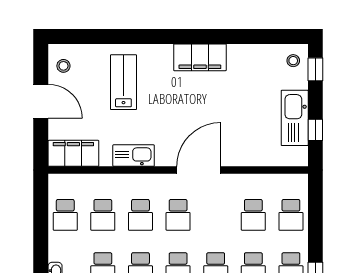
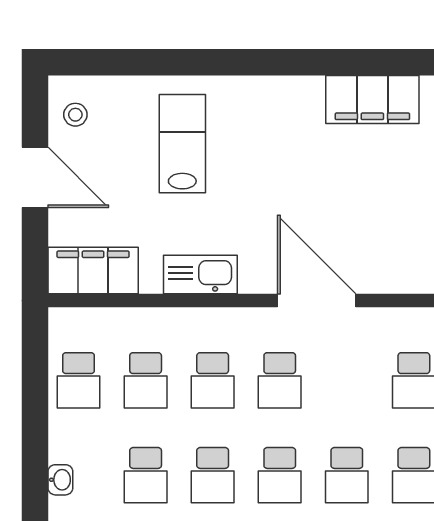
filing cabinet: (200, 57) -> (372, 99), moved
door: (199, 170) -> (317, 300), hinge flipped

